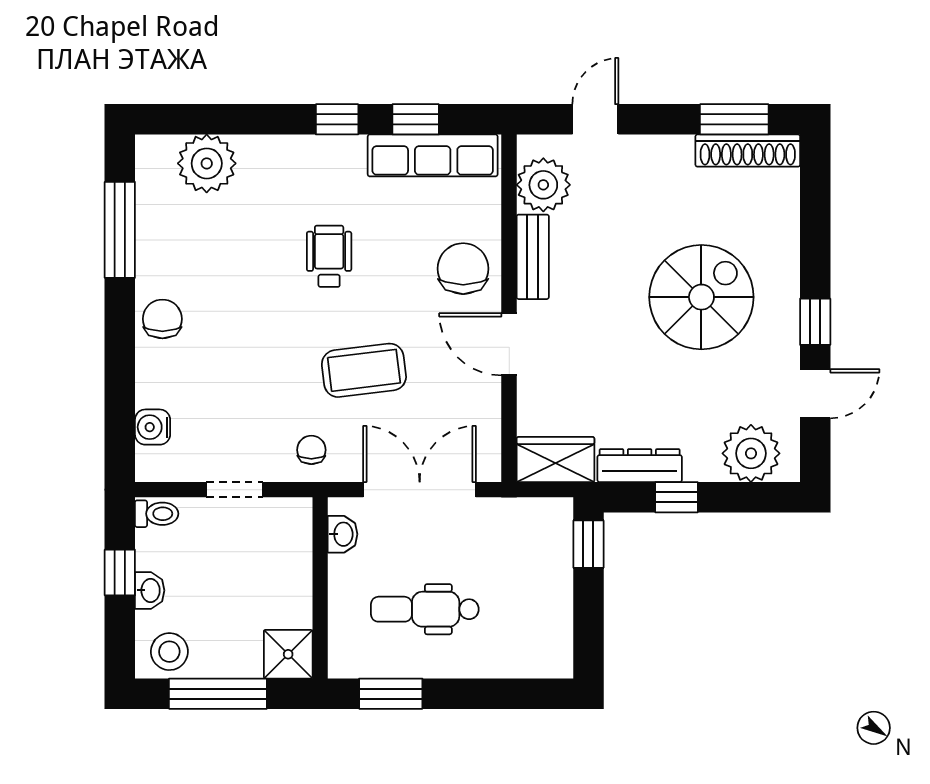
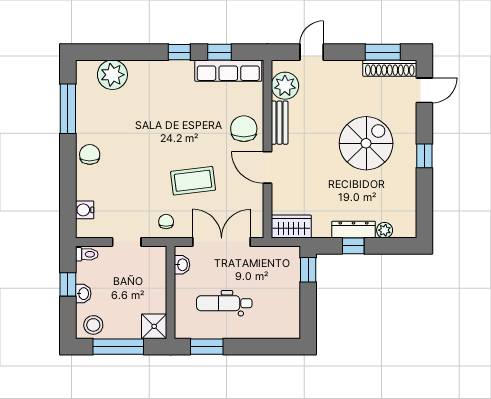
wheelchair: (329, 256) -> (175, 122), removed
door: (815, 394) -> (424, 90), moved
plant: (751, 453) -> (385, 230), width x0.53, depth x0.53
dresser: (640, 466) -> (354, 230), moved

